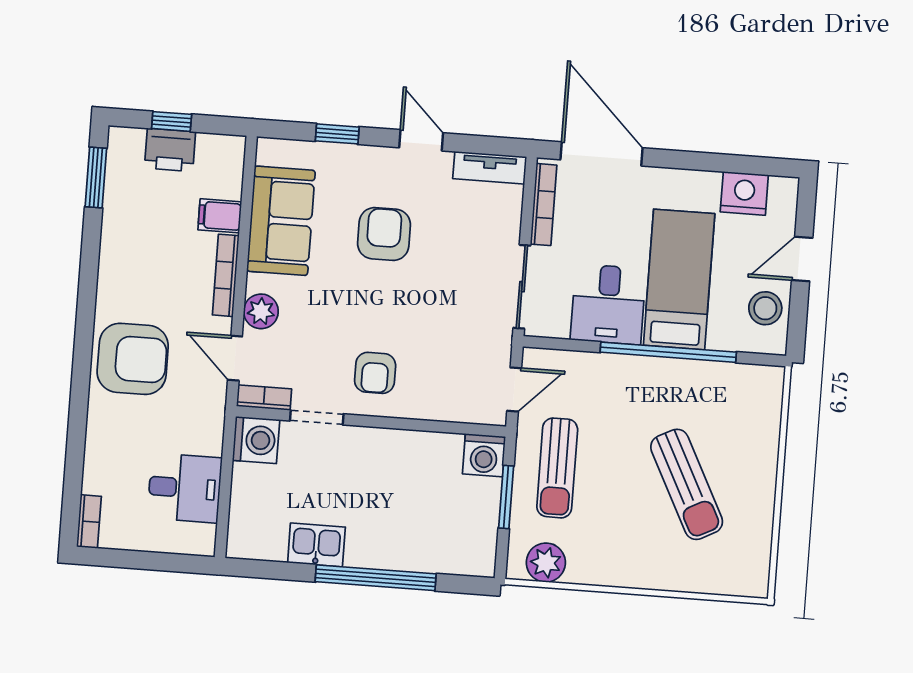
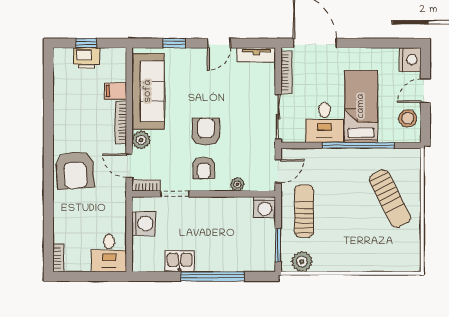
door: (421, 140) -> (219, 43), swing flipped
window: (96, 177) -> (48, 76), removed
nightstand: (744, 193) -> (410, 60), moved, turned 90
sofa: (281, 221) -> (148, 91), width x1.36
armchair: (384, 234) -> (206, 132), moved
armchair: (133, 359) -> (75, 170), turned 86
plant: (436, 408) -> (237, 184), added
washing machine: (256, 440) -> (144, 224), moved
sun lounger: (557, 468) -> (304, 211), turned 180
sun lounger: (687, 484) -> (390, 199), moved
desk: (185, 488) -> (109, 253), moved, turned 90
window: (506, 497) -> (278, 245), moved

